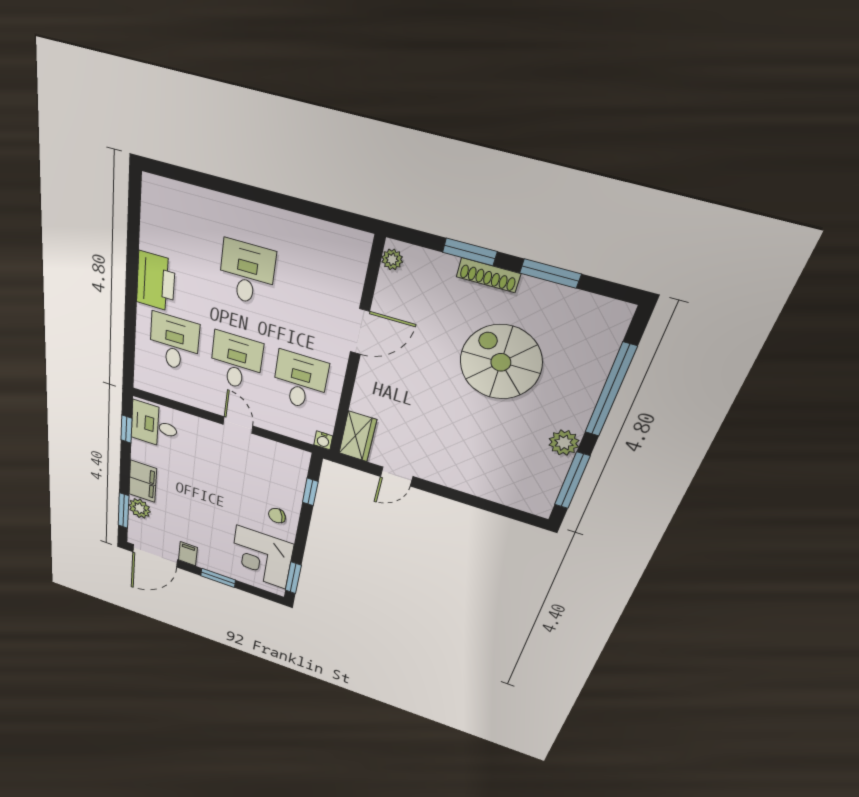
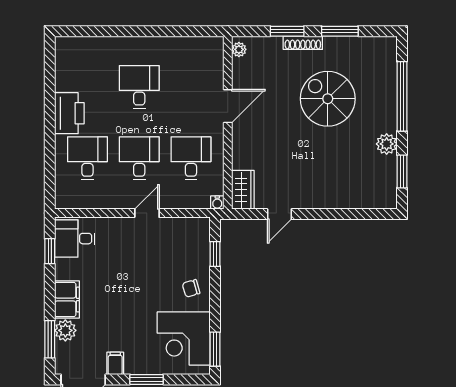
door: (238, 425) -> (147, 213), hinge flipped
window: (572, 481) -> (402, 171), width x0.69

